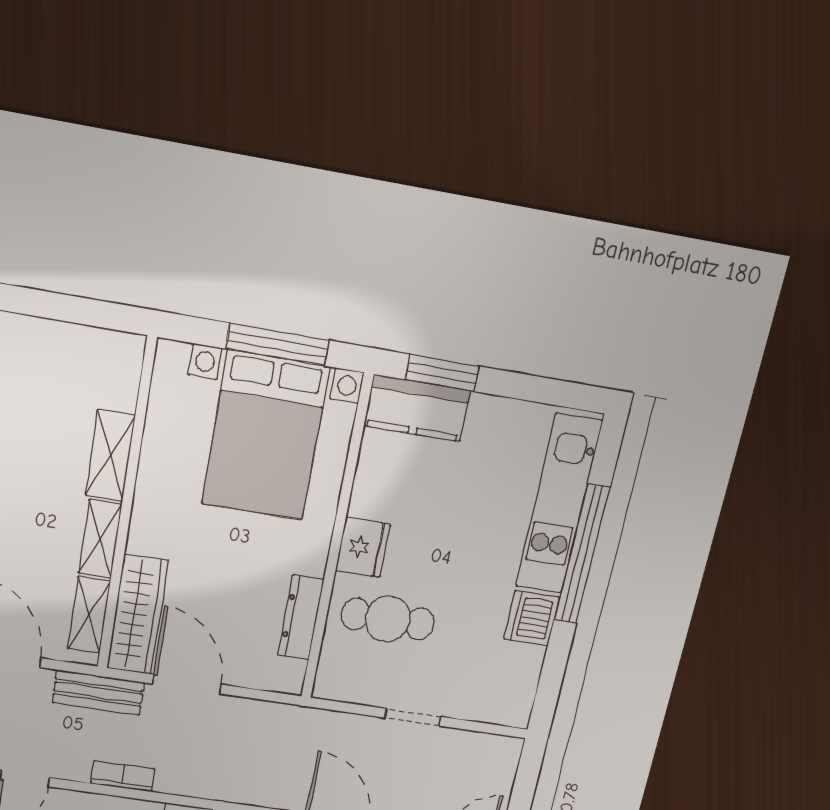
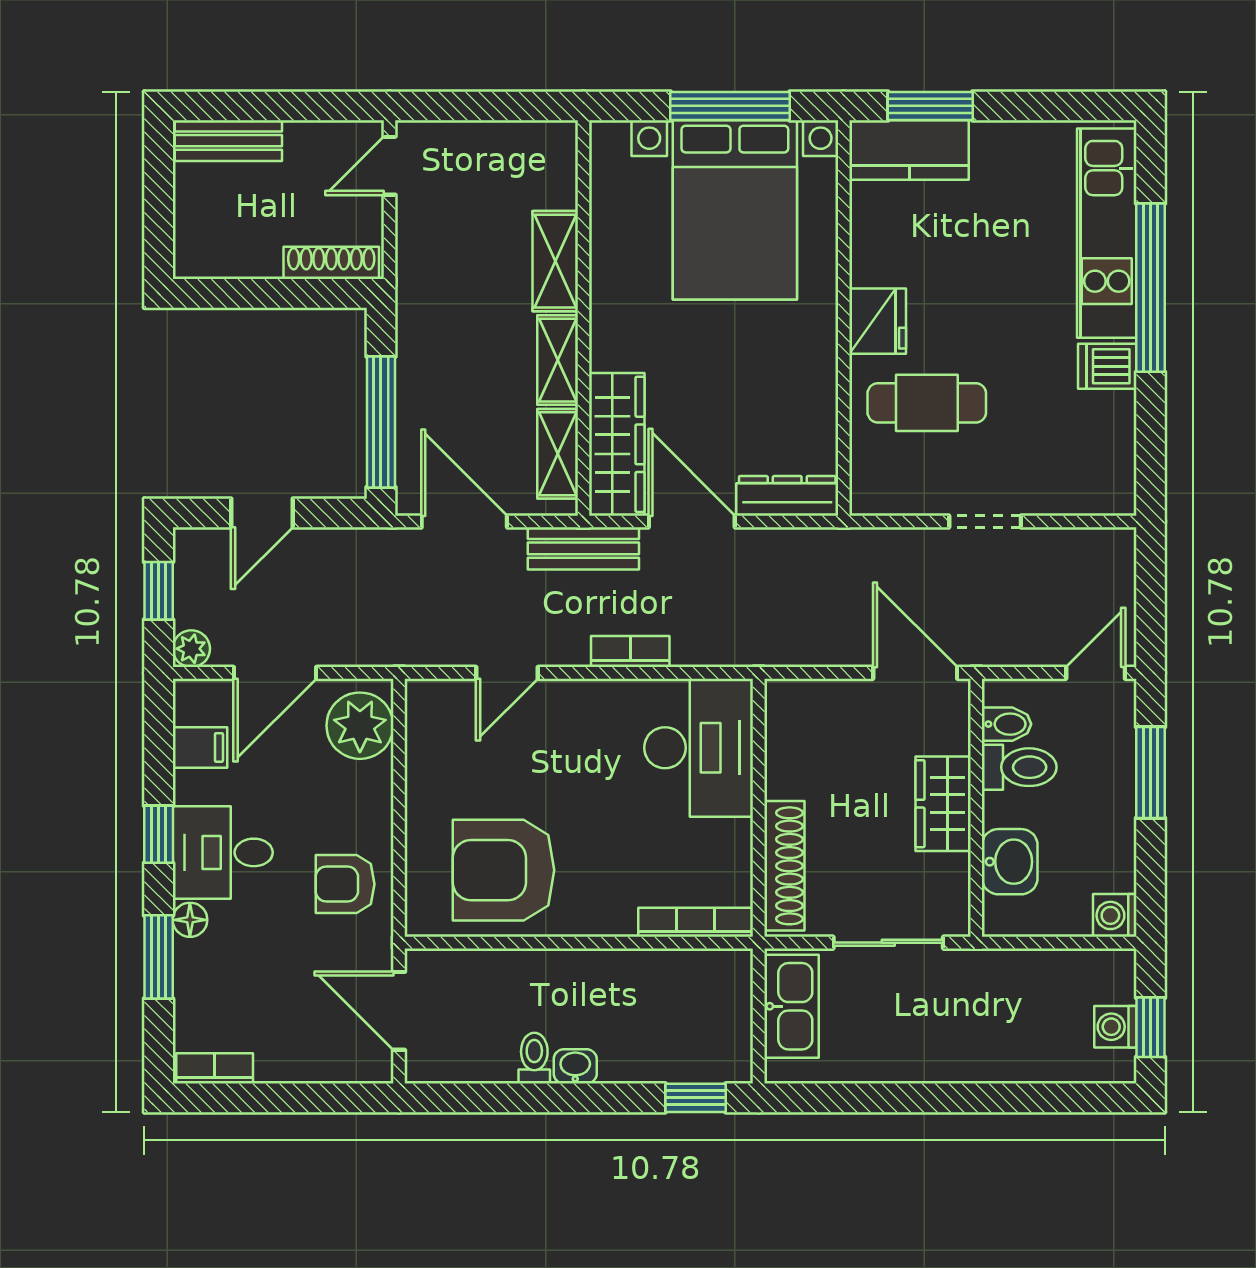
dresser: (301, 617) -> (787, 496), moved, turned 90
dishwasher: (532, 618) -> (1107, 366), width x0.73

